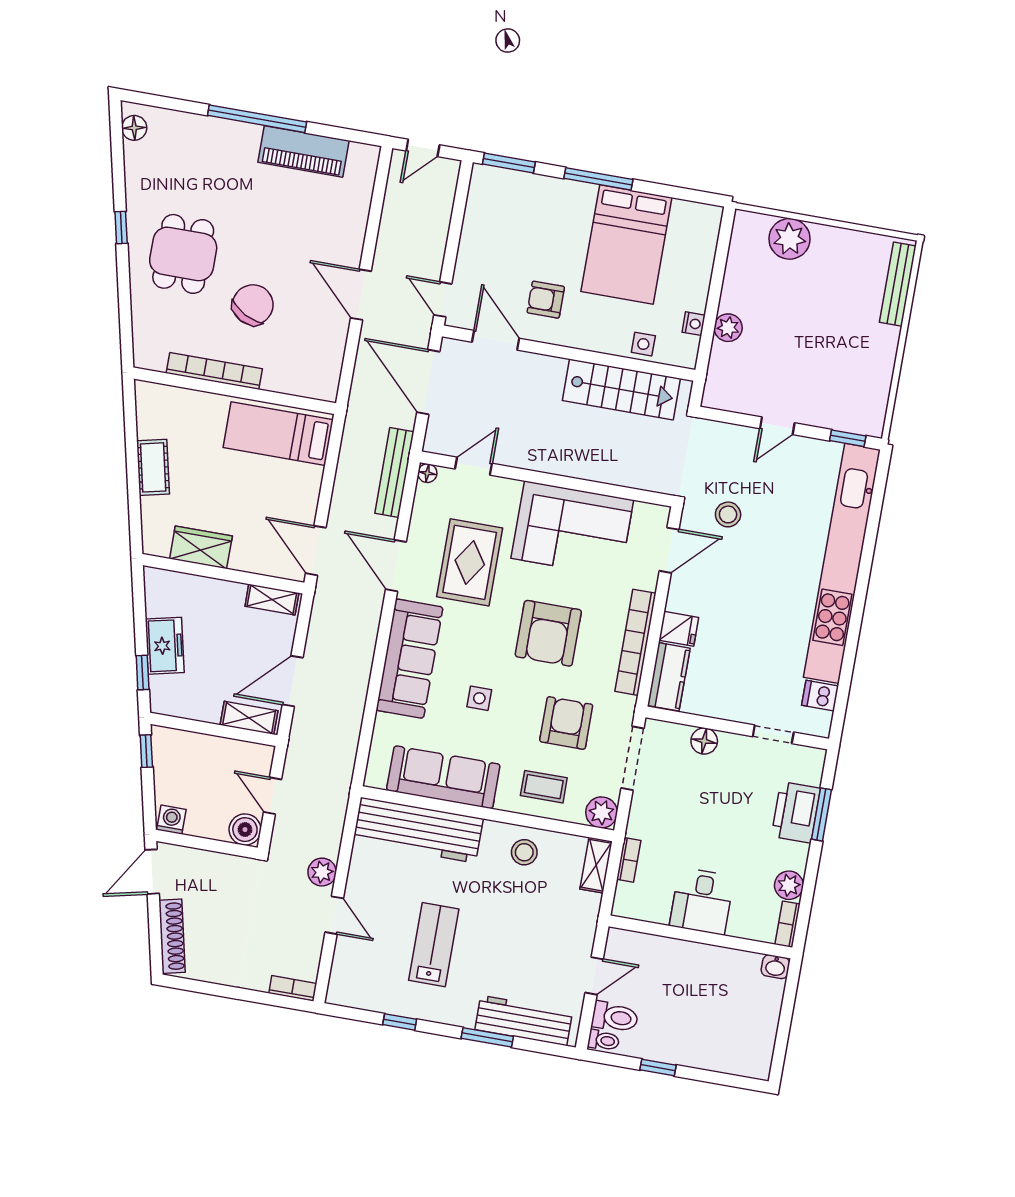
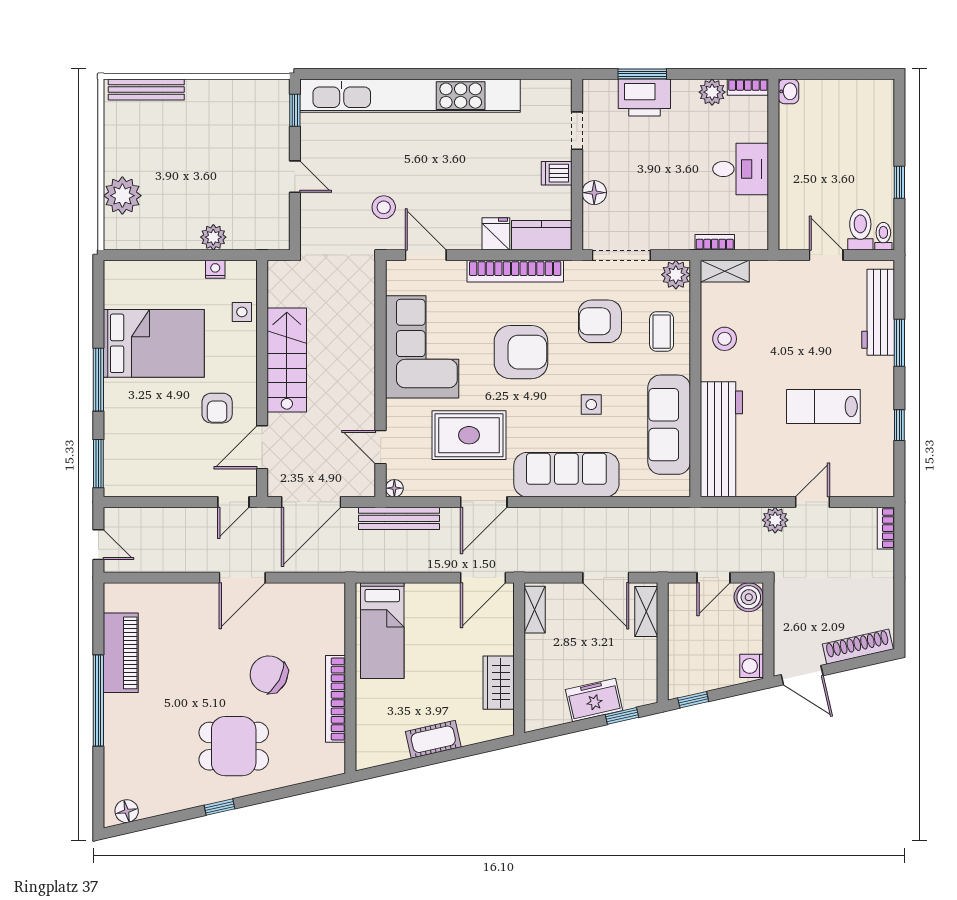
stairs: (621, 389) -> (287, 360), moved
dishwasher: (820, 696) -> (557, 173), moved, turned 90

